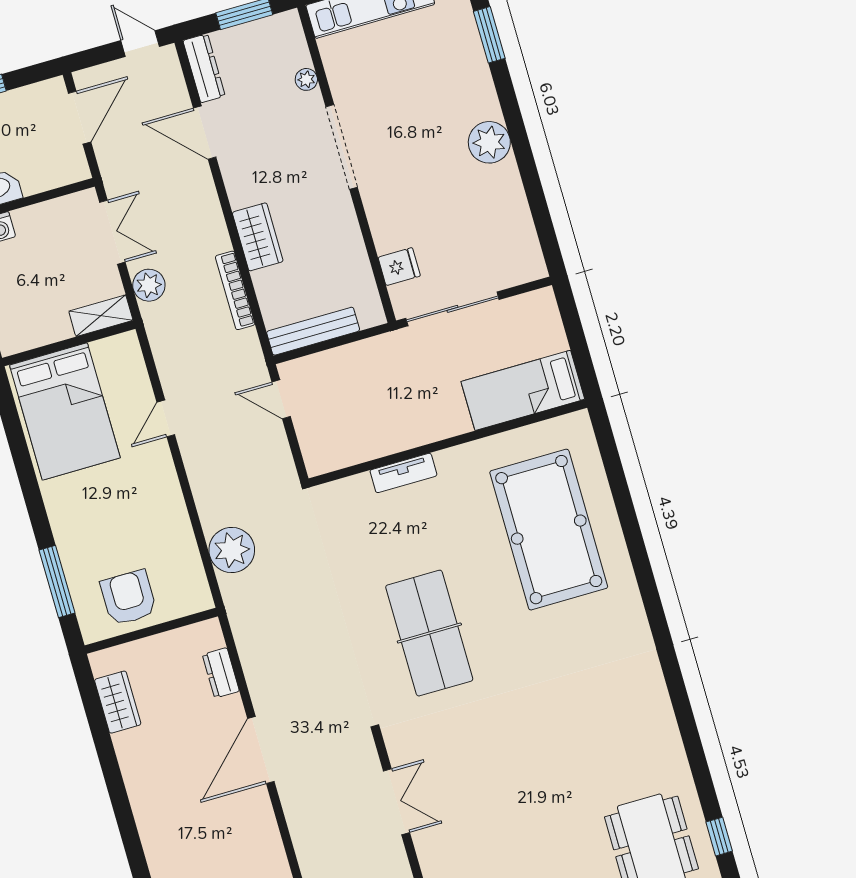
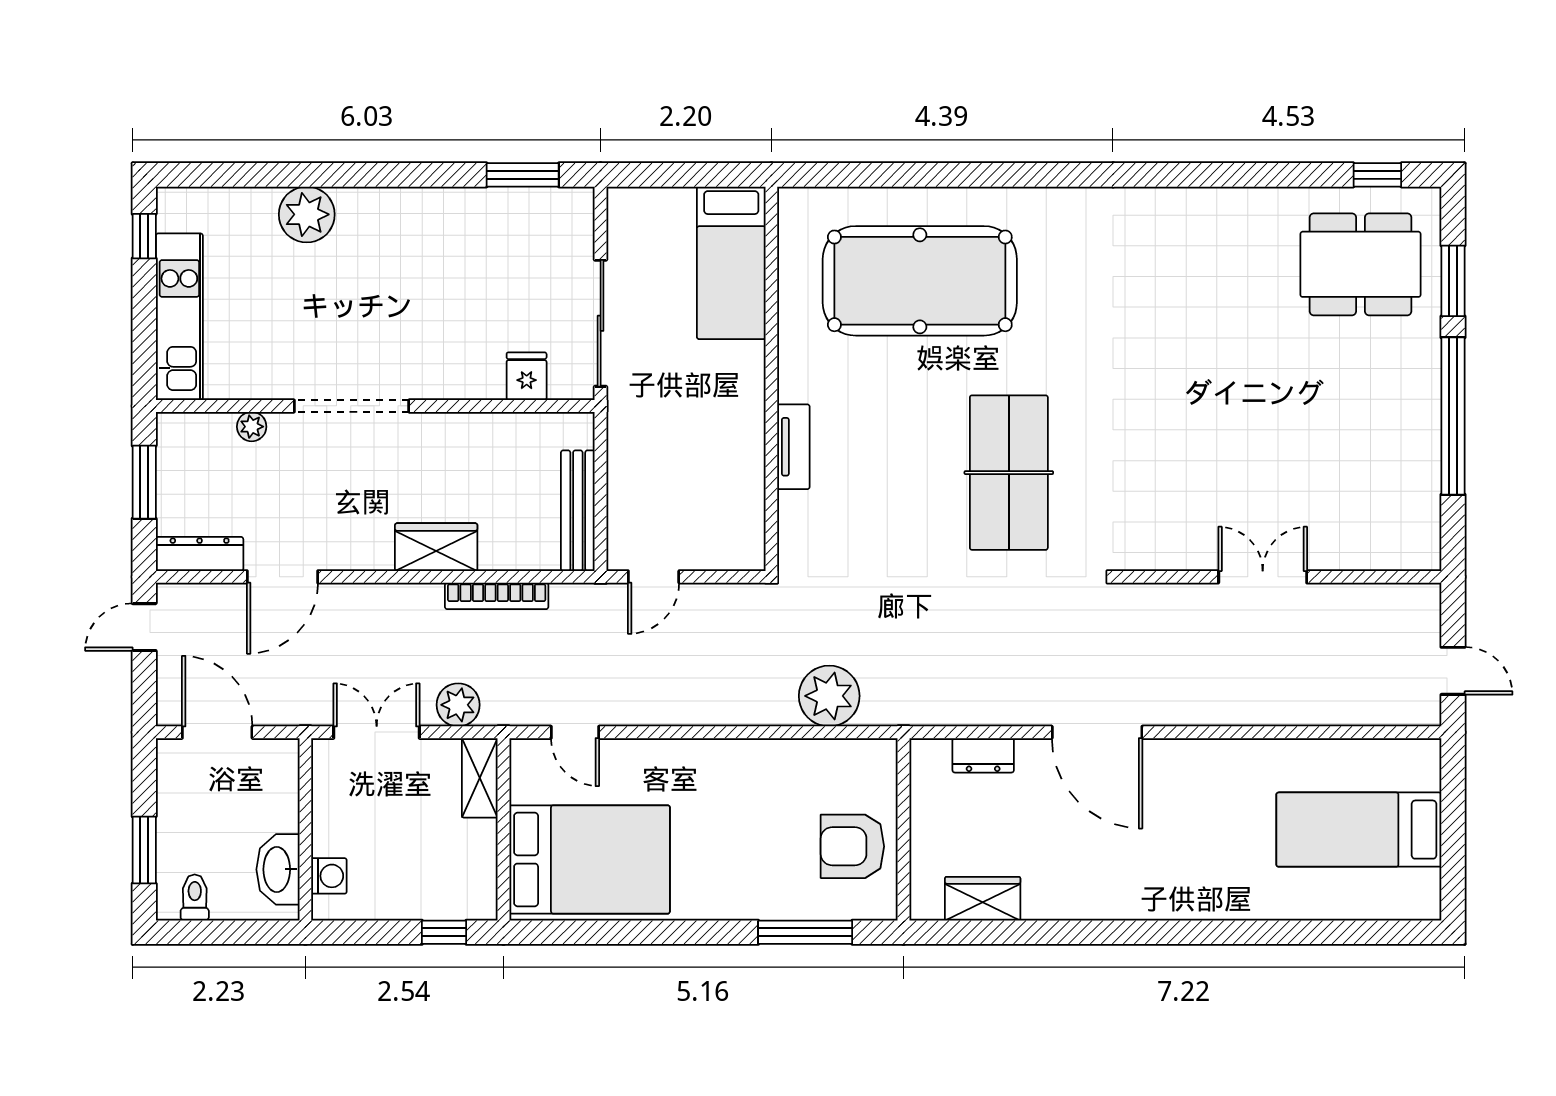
window: (489, 35) -> (523, 175), moved
plant: (489, 142) -> (307, 214), moved
door: (166, 418) -> (575, 732), moved
table tennis table: (429, 633) -> (1009, 473), turned 90
double door: (397, 802) -> (1263, 577), moved

